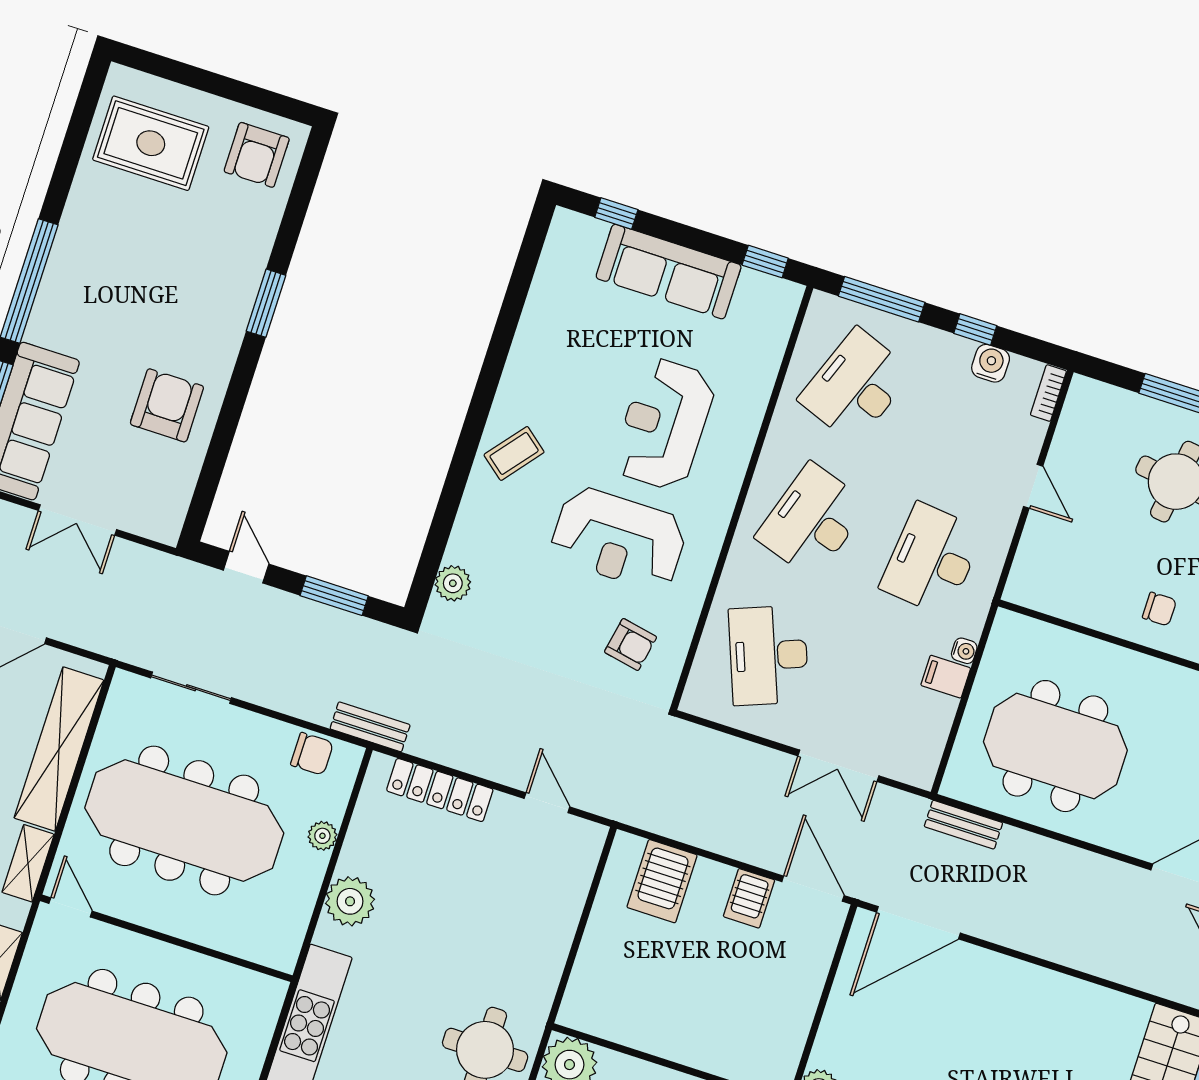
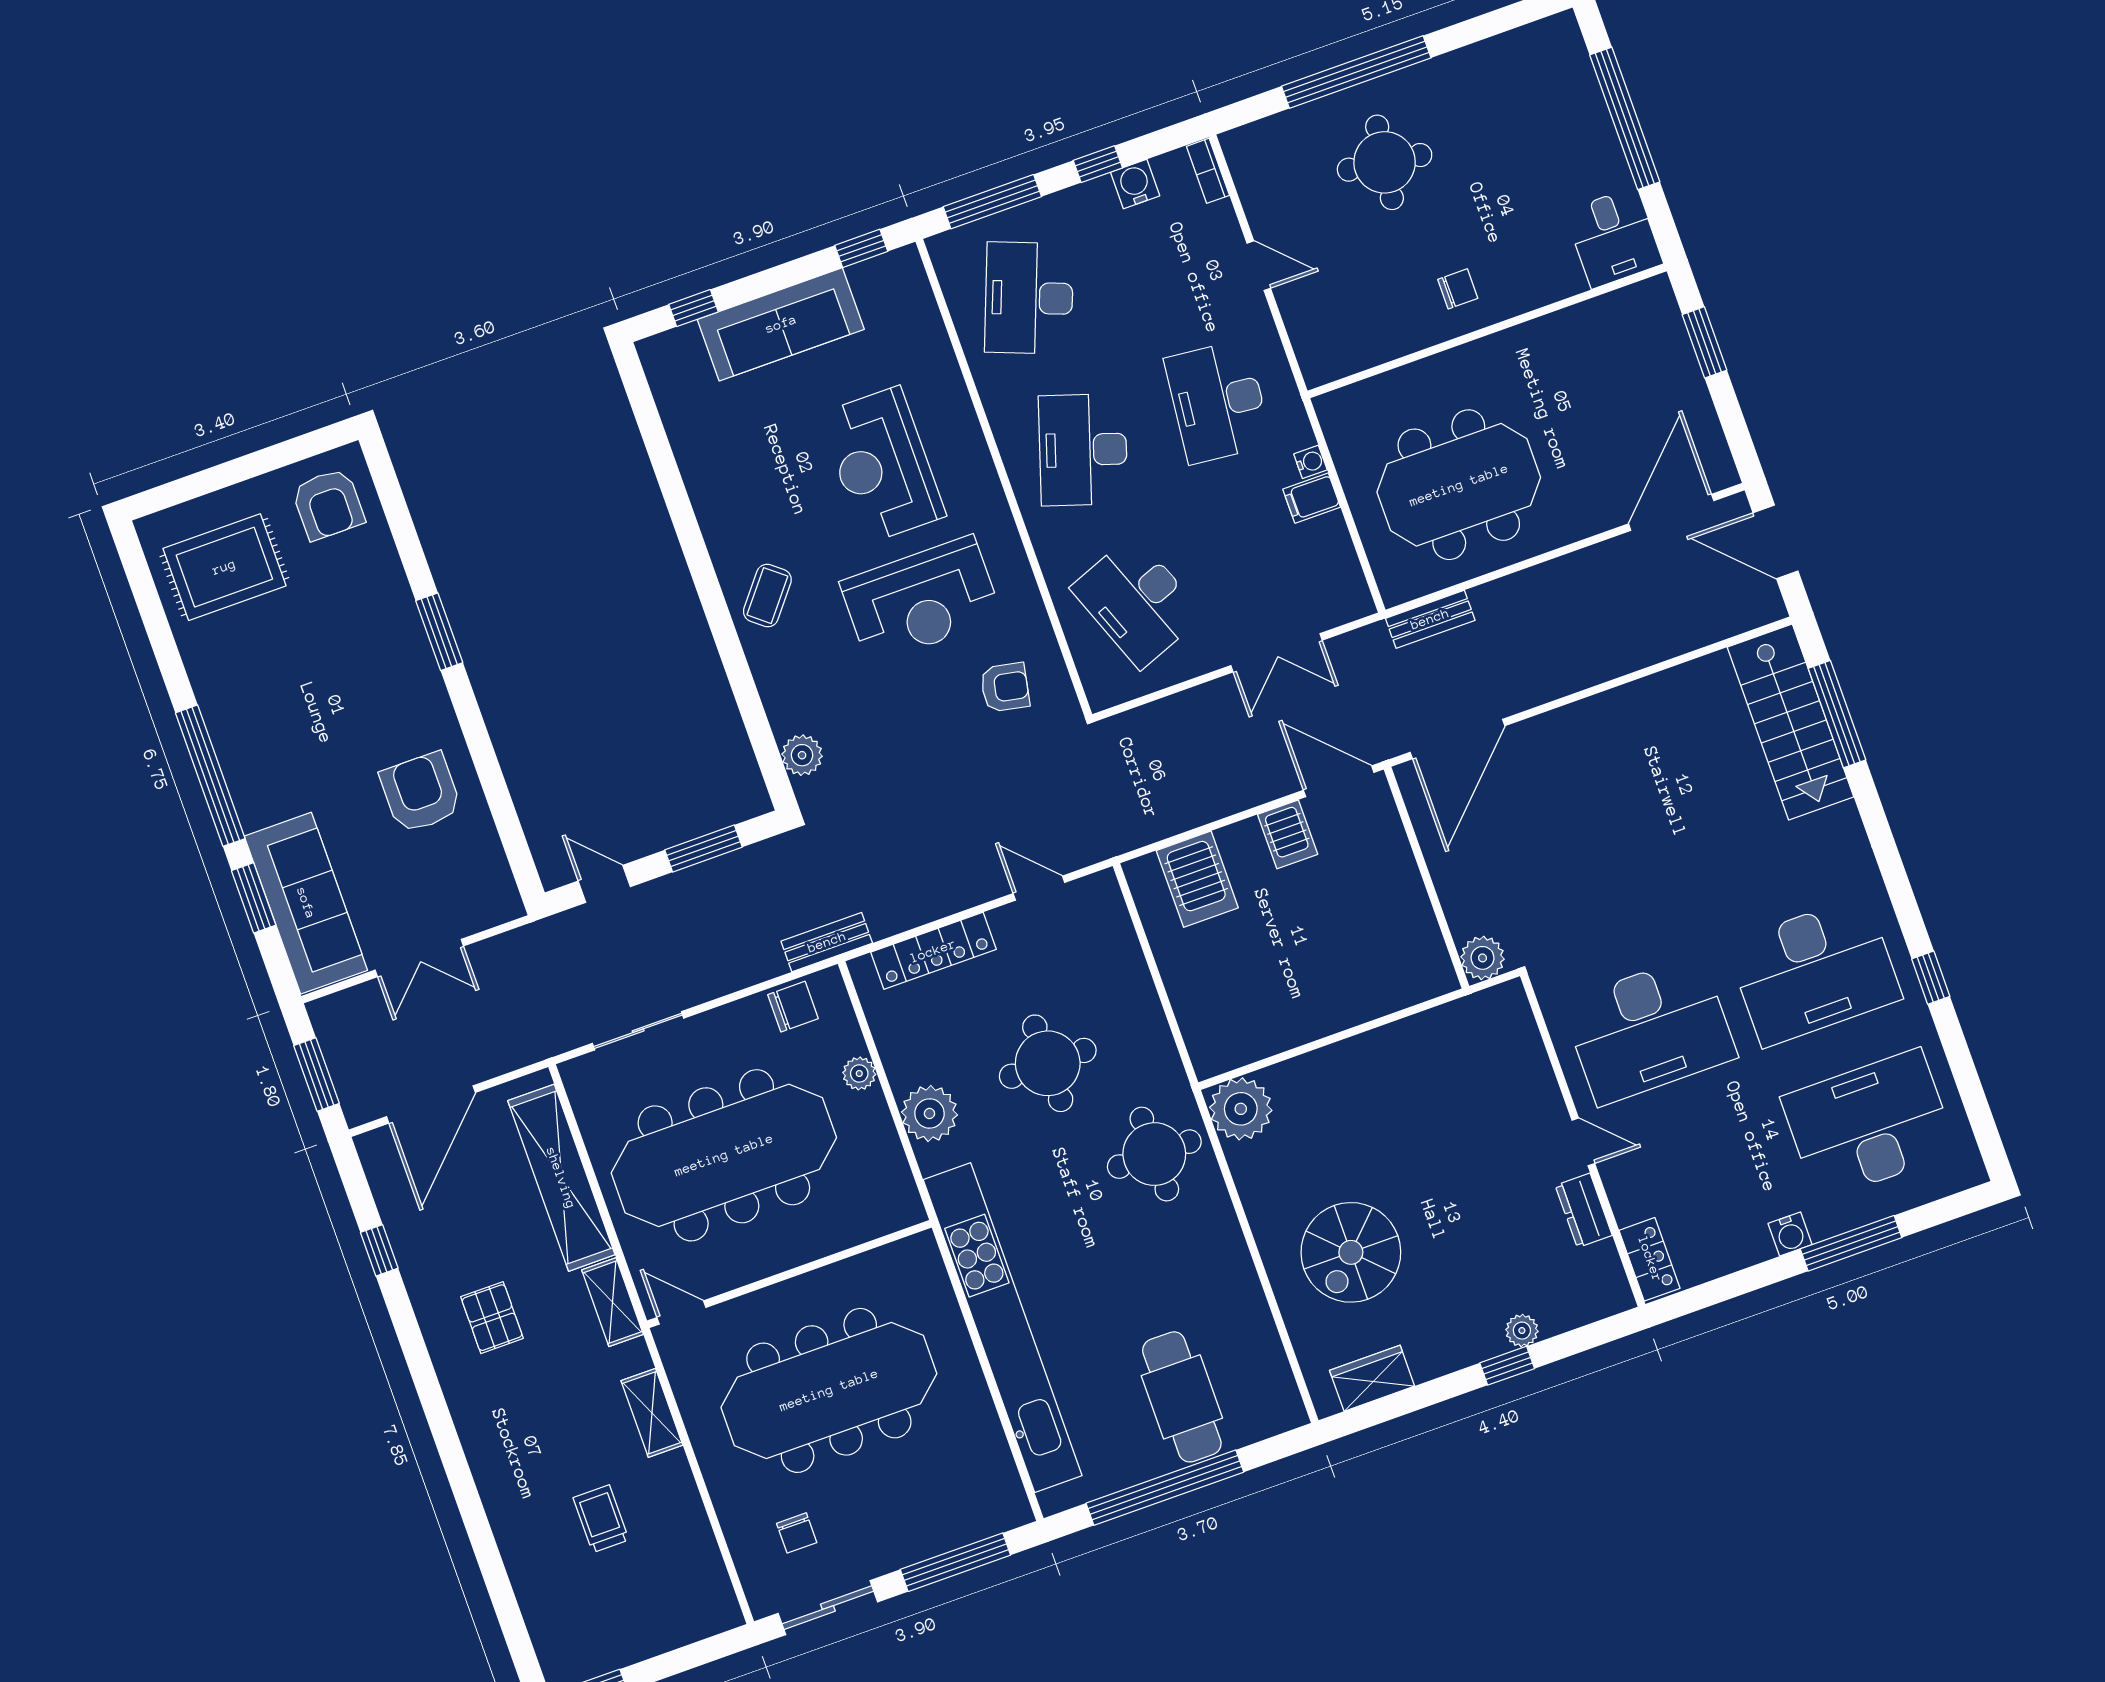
round table: (459, 930) -> (1048, 1063), added

